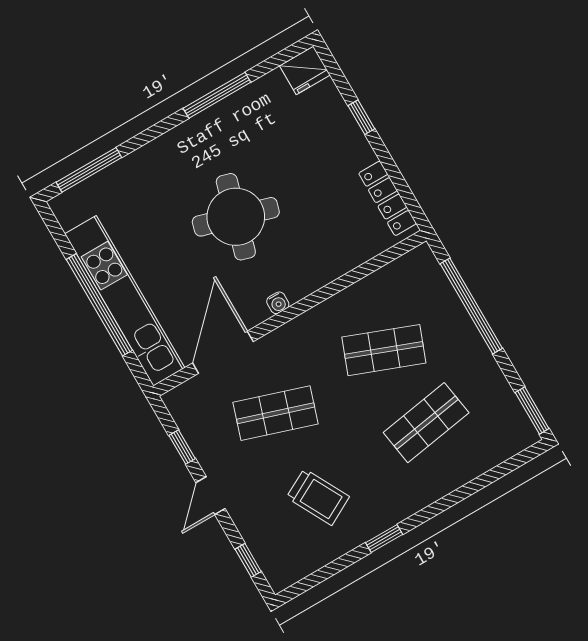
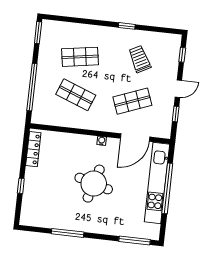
fridge: (305, 70) -> (29, 218), removed
shop shelf: (276, 413) -> (132, 101), turned -39

